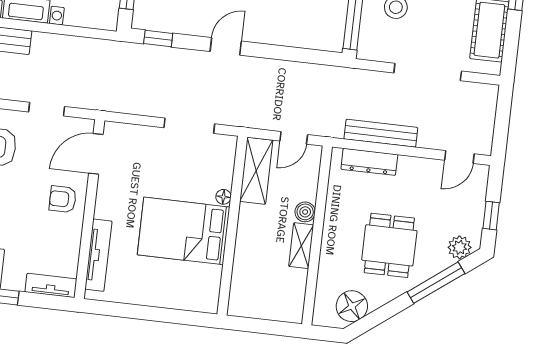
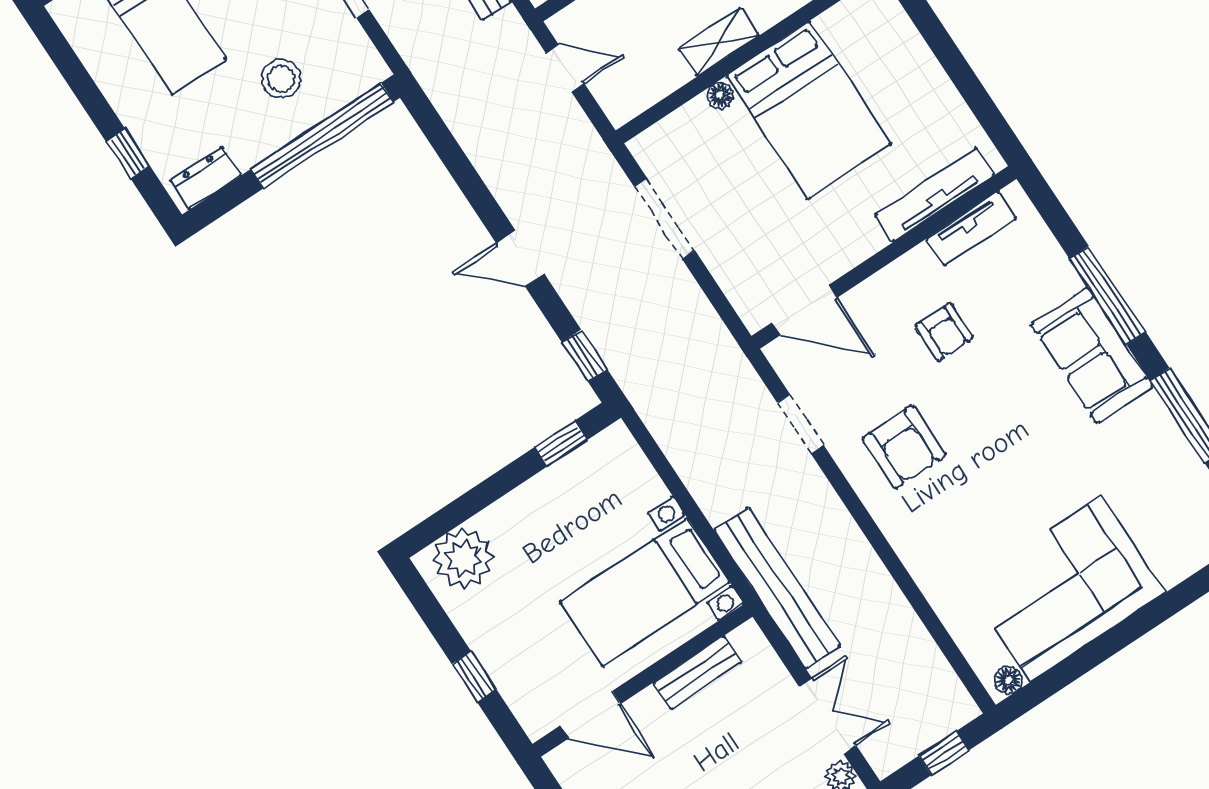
shelving: (256, 171) -> (719, 42), moved, width x0.67, depth x0.75
armchair: (63, 199) -> (944, 332), moved
tv unit: (51, 285) -> (971, 229), moved, turned -90

